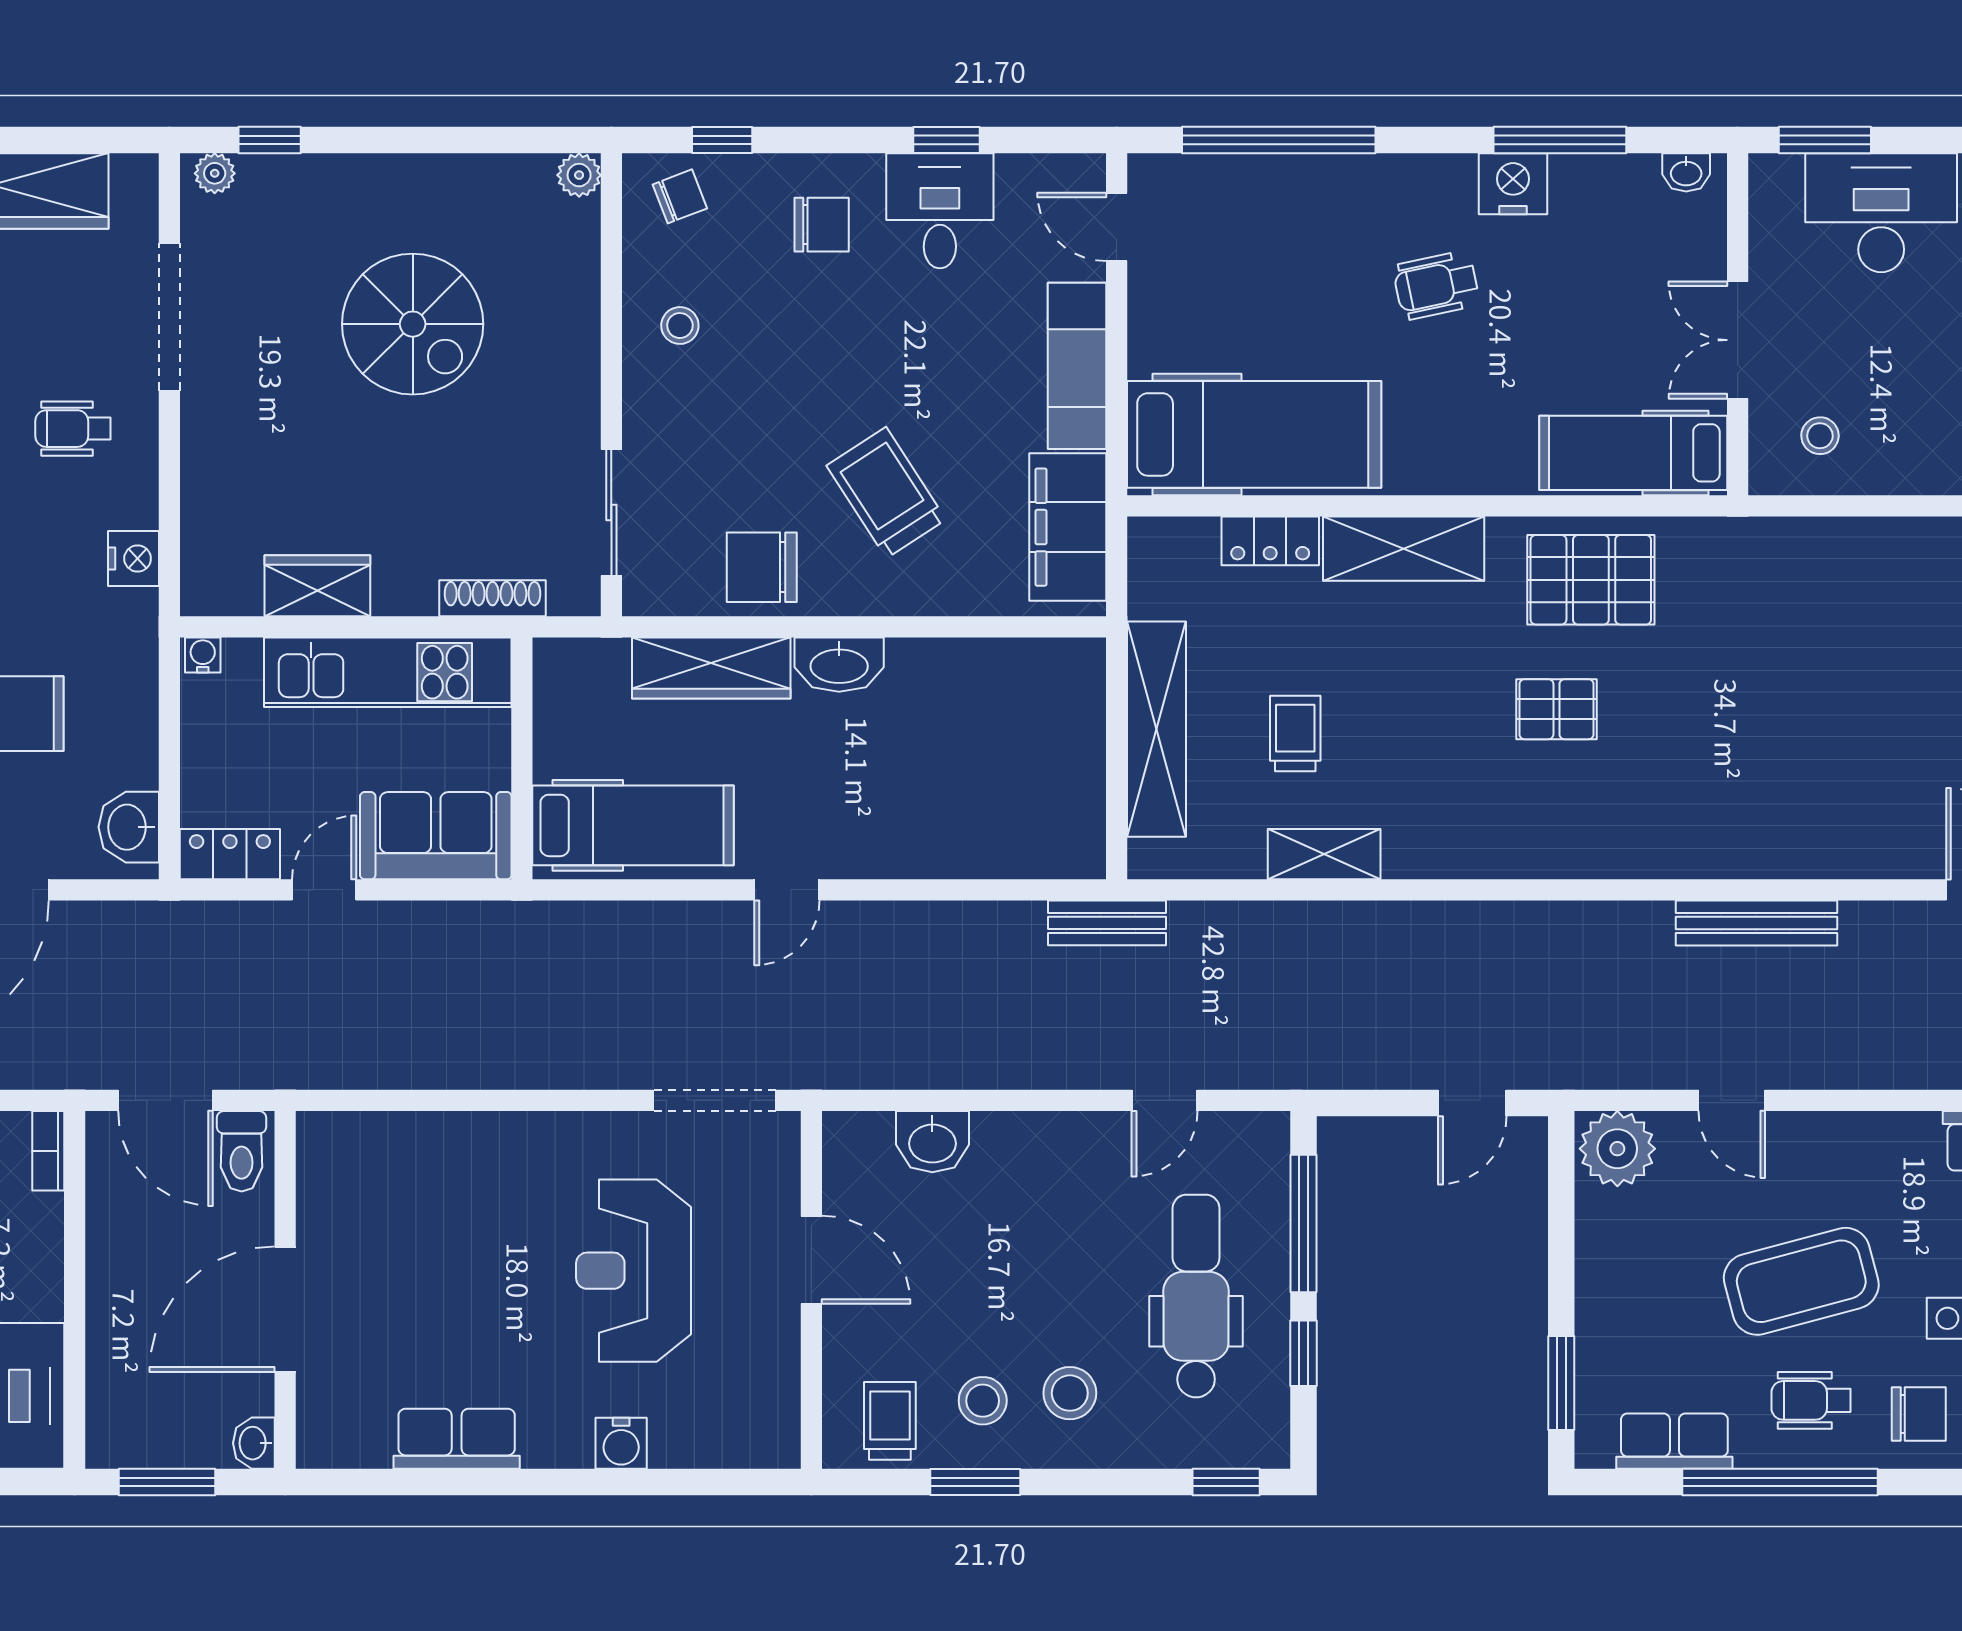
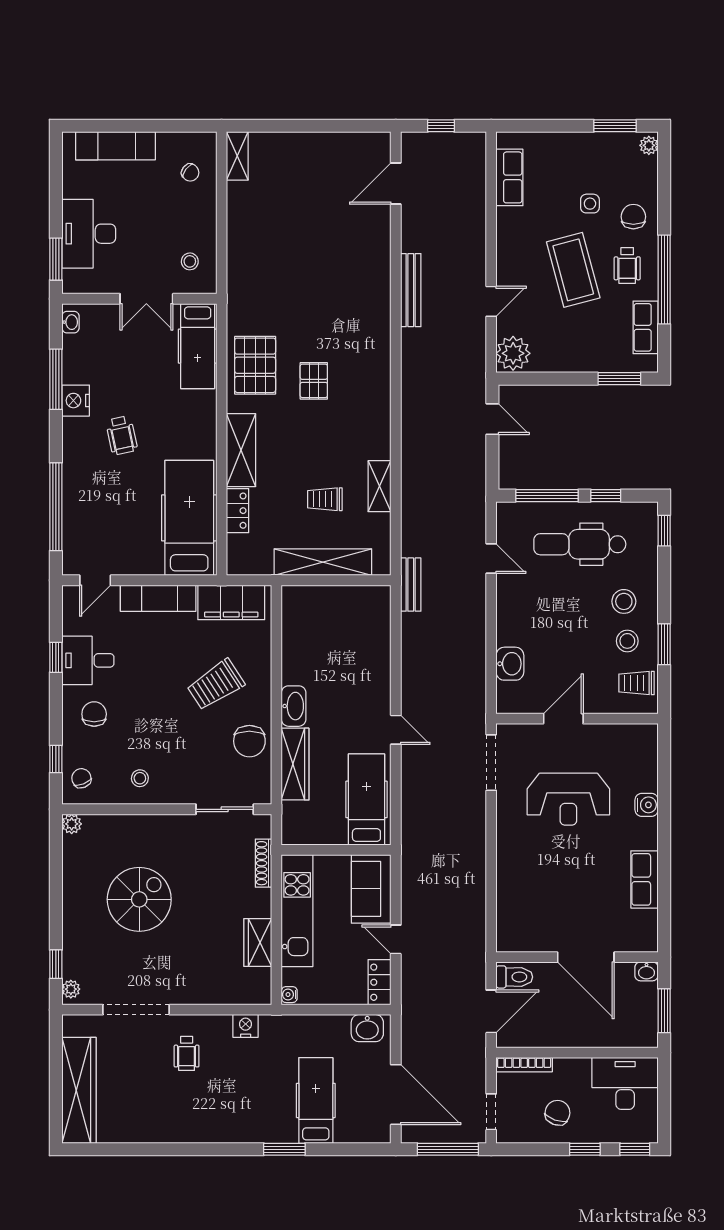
bookcase: (48, 1151) -> (524, 1065), width x1.56

